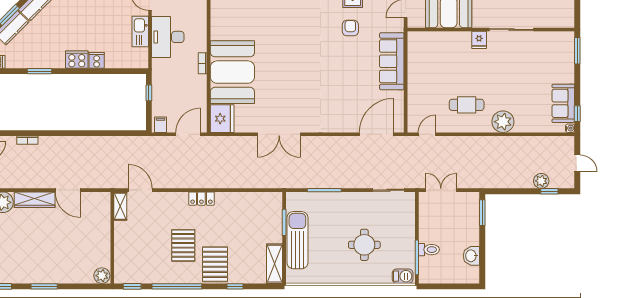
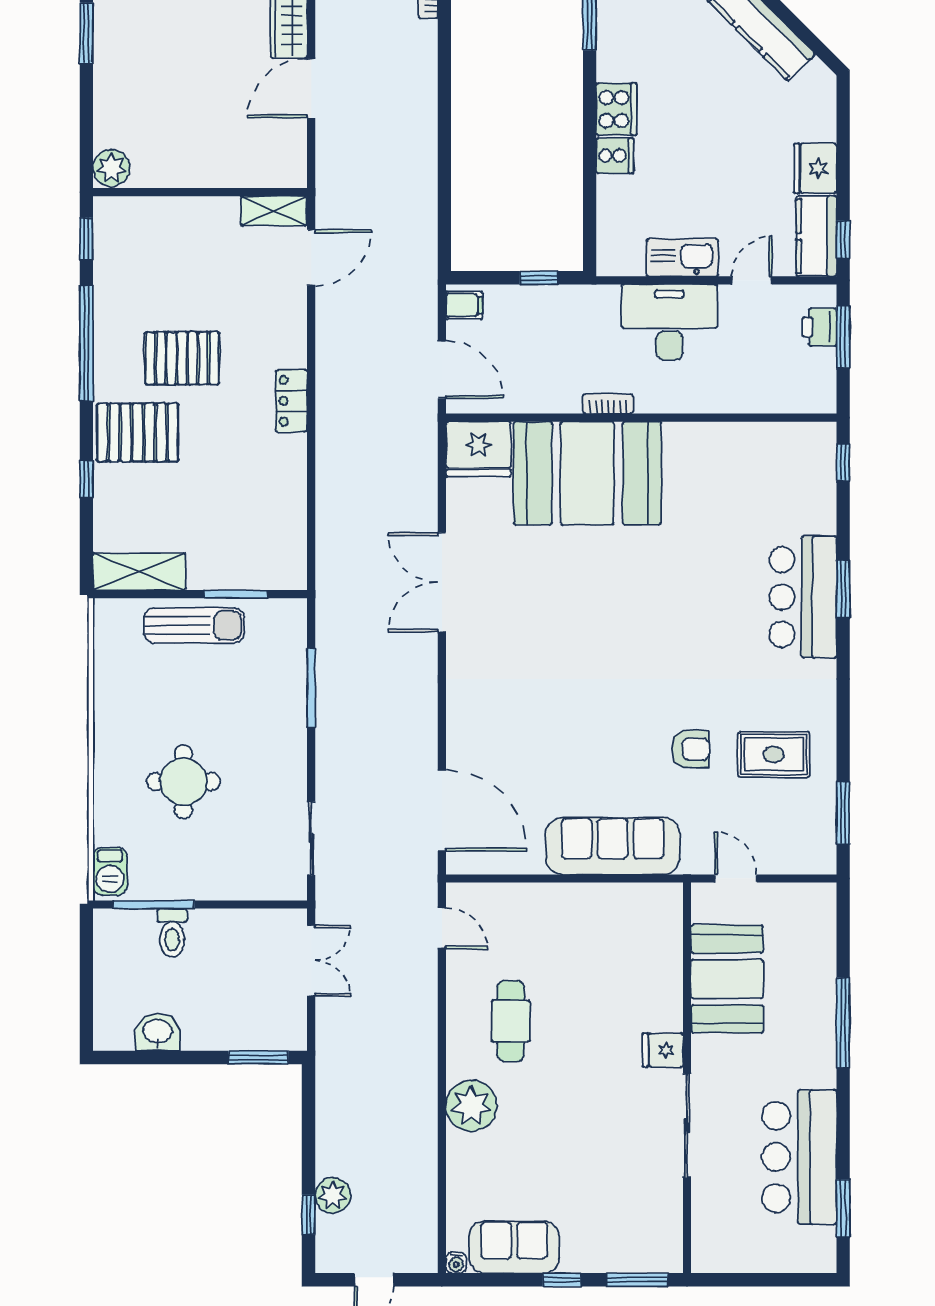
window: (577, 114) -> (562, 1280), moved
sun lounger: (297, 240) -> (194, 625), width x0.73, depth x0.75

